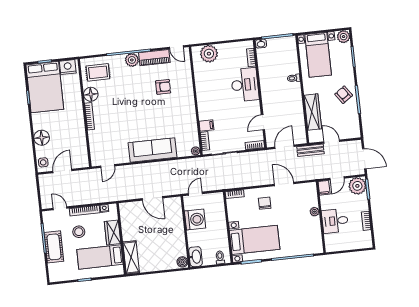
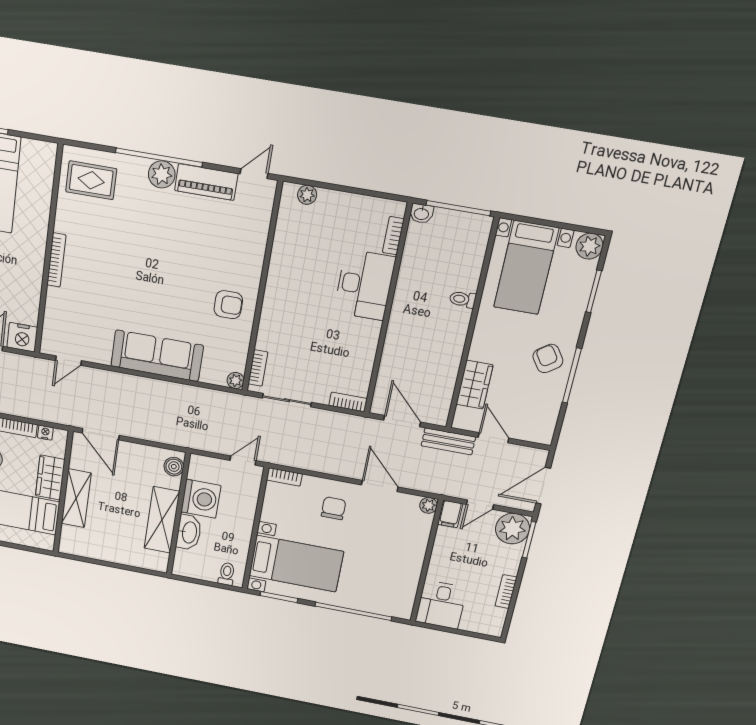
door: (176, 47) -> (254, 174), swing flipped
plant: (209, 54) -> (307, 195), width x0.53, depth x0.53
nightstand: (68, 67) -> (22, 337), moved, turned 180
armchair: (163, 87) -> (228, 305), moved
floor lamp: (91, 94) -> (68, 219), removed
wardrobe: (313, 112) -> (475, 385), width x0.67
door: (263, 122) -> (377, 365), removed
filing cabinet: (206, 126) -> (269, 340), removed
door: (284, 147) -> (402, 421), hinge flipped
door: (364, 159) -> (543, 486), swing flipped
door: (195, 194) -> (243, 461), moved
door: (152, 198) -> (101, 434), moved
plant: (315, 212) -> (428, 505), moved
desk: (335, 221) -> (441, 605), moved, turned -90
shelving: (178, 238) -> (162, 520), added
shelving: (131, 257) -> (76, 498), moved
washbasin: (196, 257) -> (189, 532), moved
boiler: (182, 262) -> (174, 467), moved

